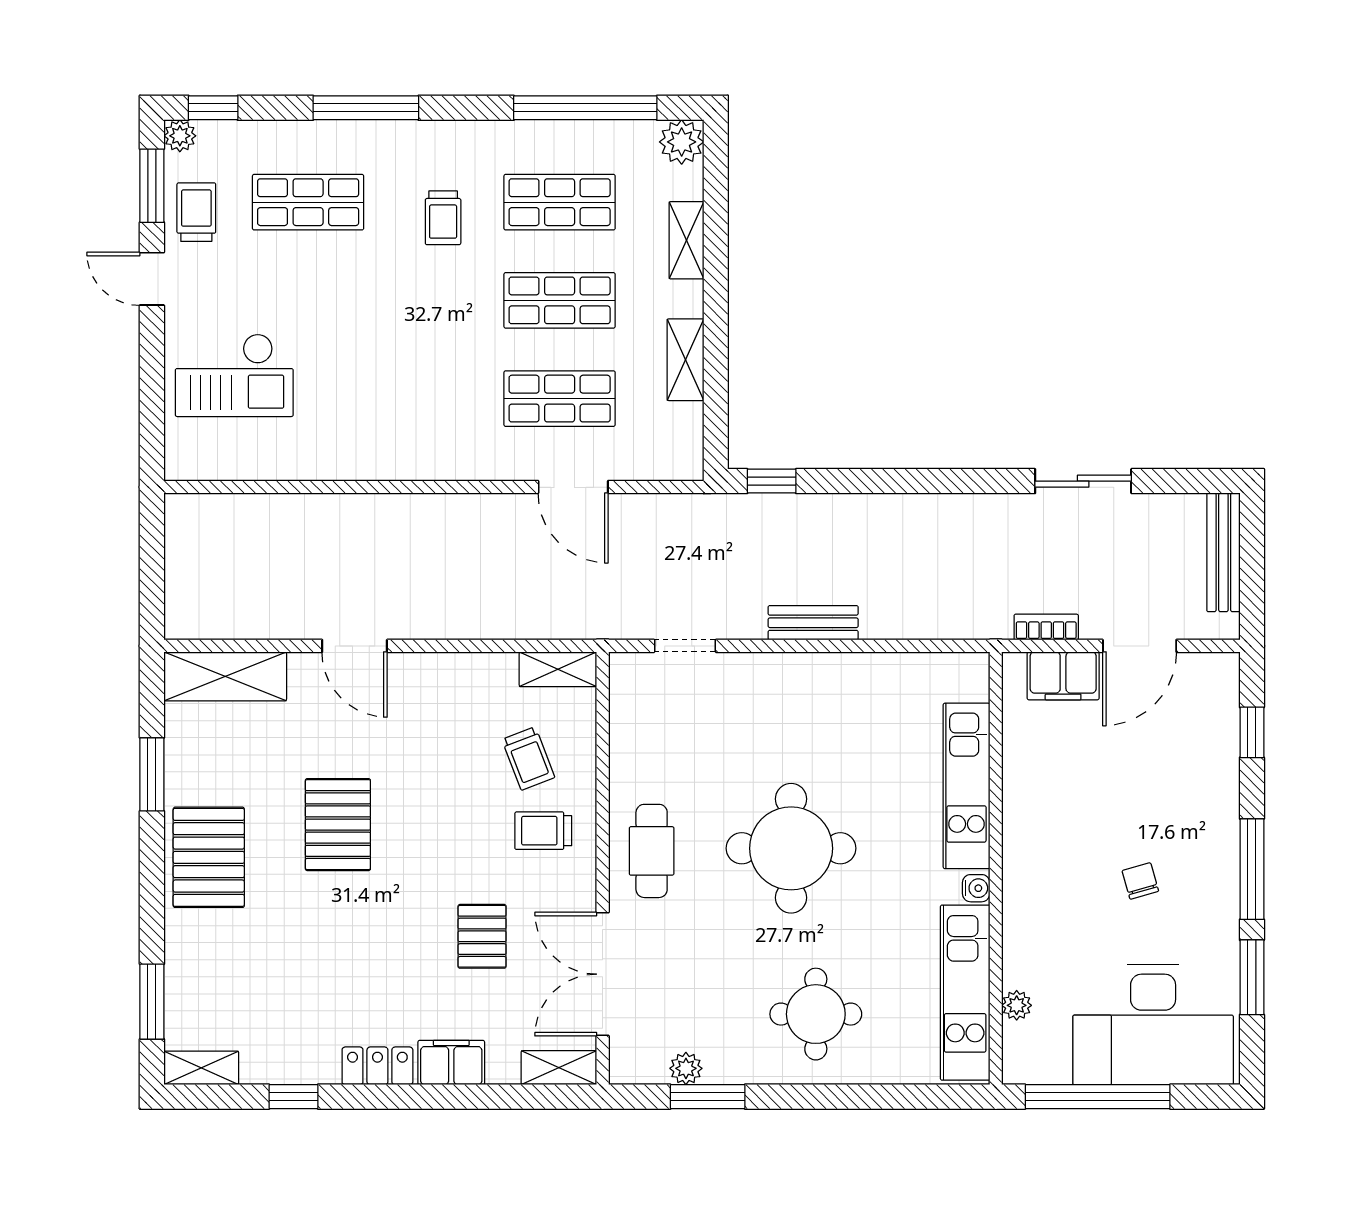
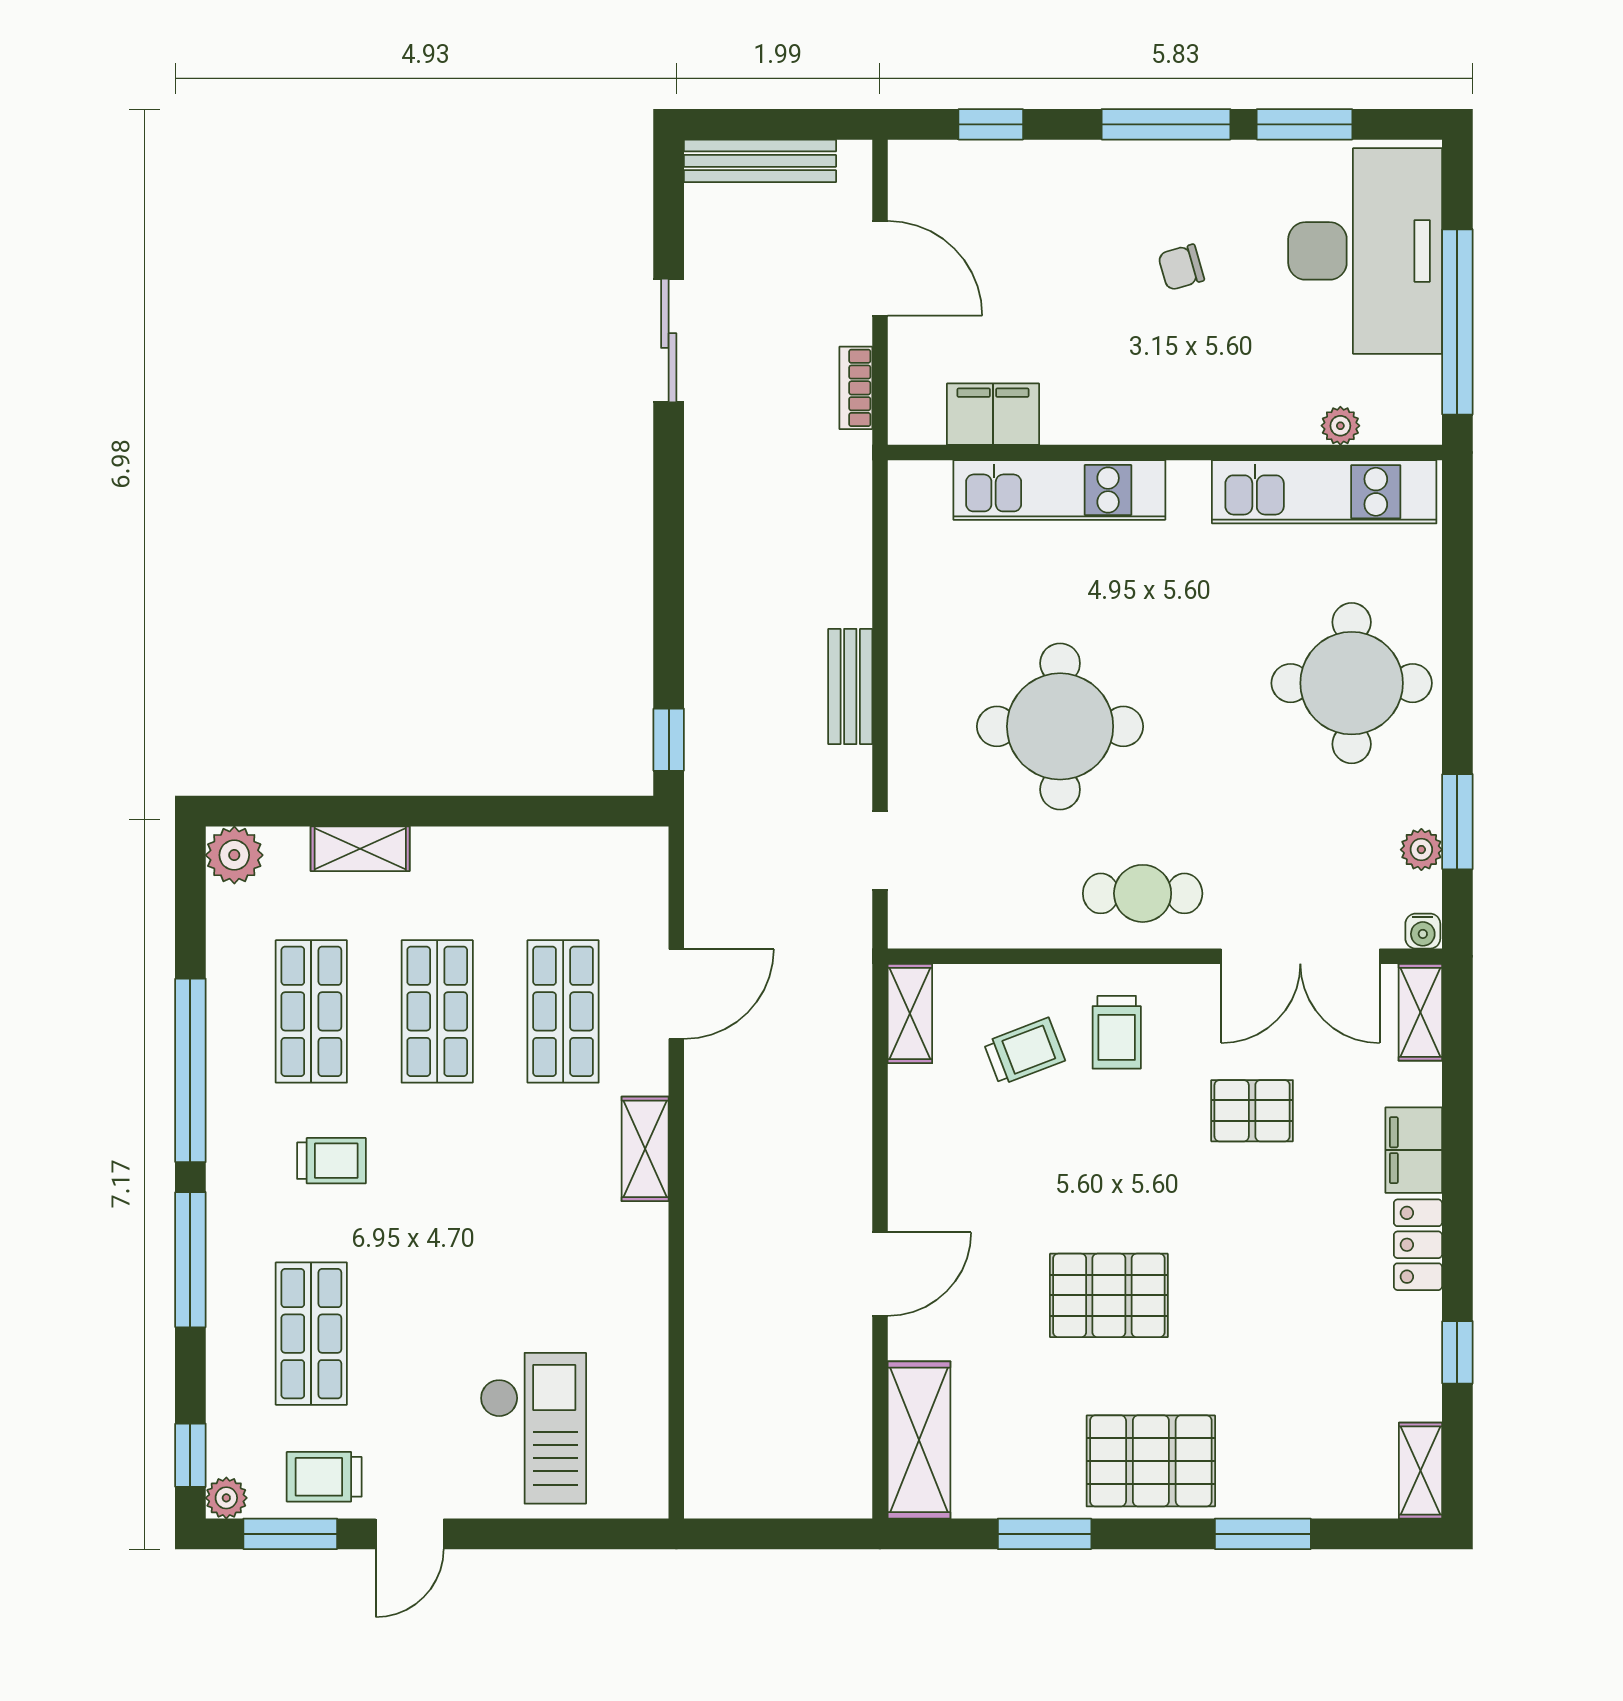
window: (585, 108) -> (190, 1070), moved
shelving: (685, 360) -> (645, 1149), moved, turned 90
filing cabinet: (1063, 676) -> (993, 414), moved, turned -90
round table: (791, 848) -> (1060, 726), moved
water cooler: (976, 888) -> (1423, 931), moved, turned 180
window: (152, 1002) -> (1263, 1534), moved
round table: (816, 1014) -> (1352, 683), width x1.36, depth x1.36

